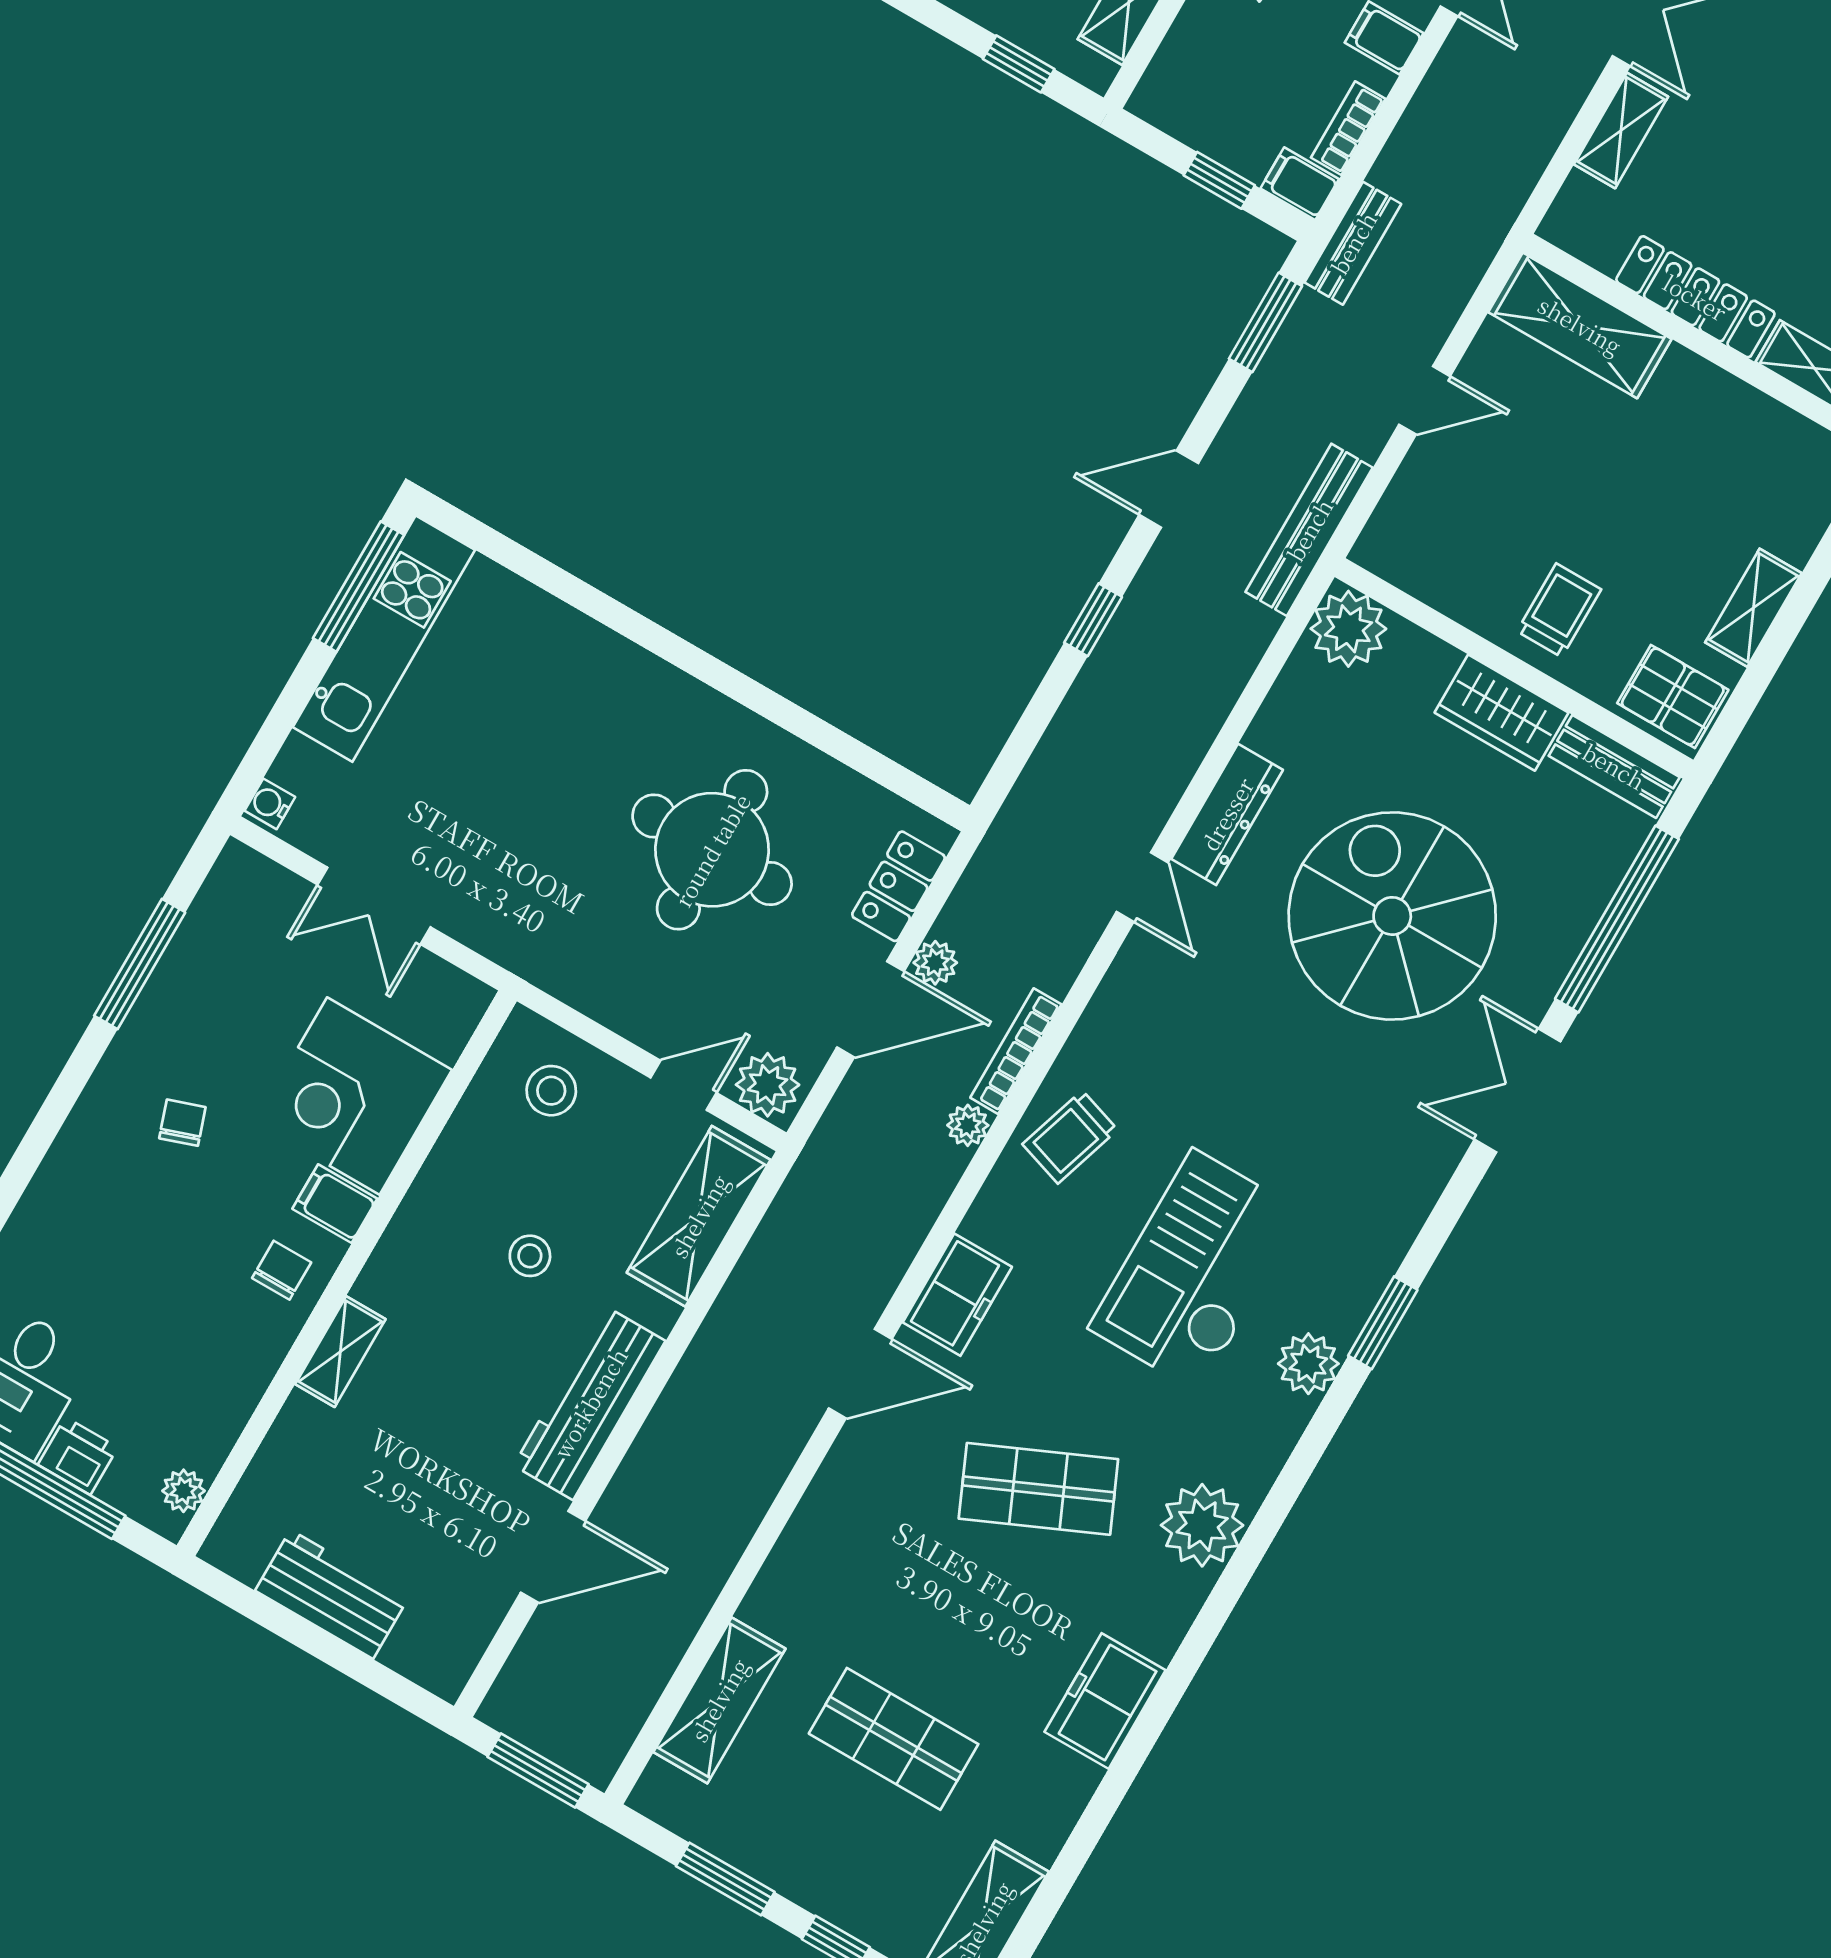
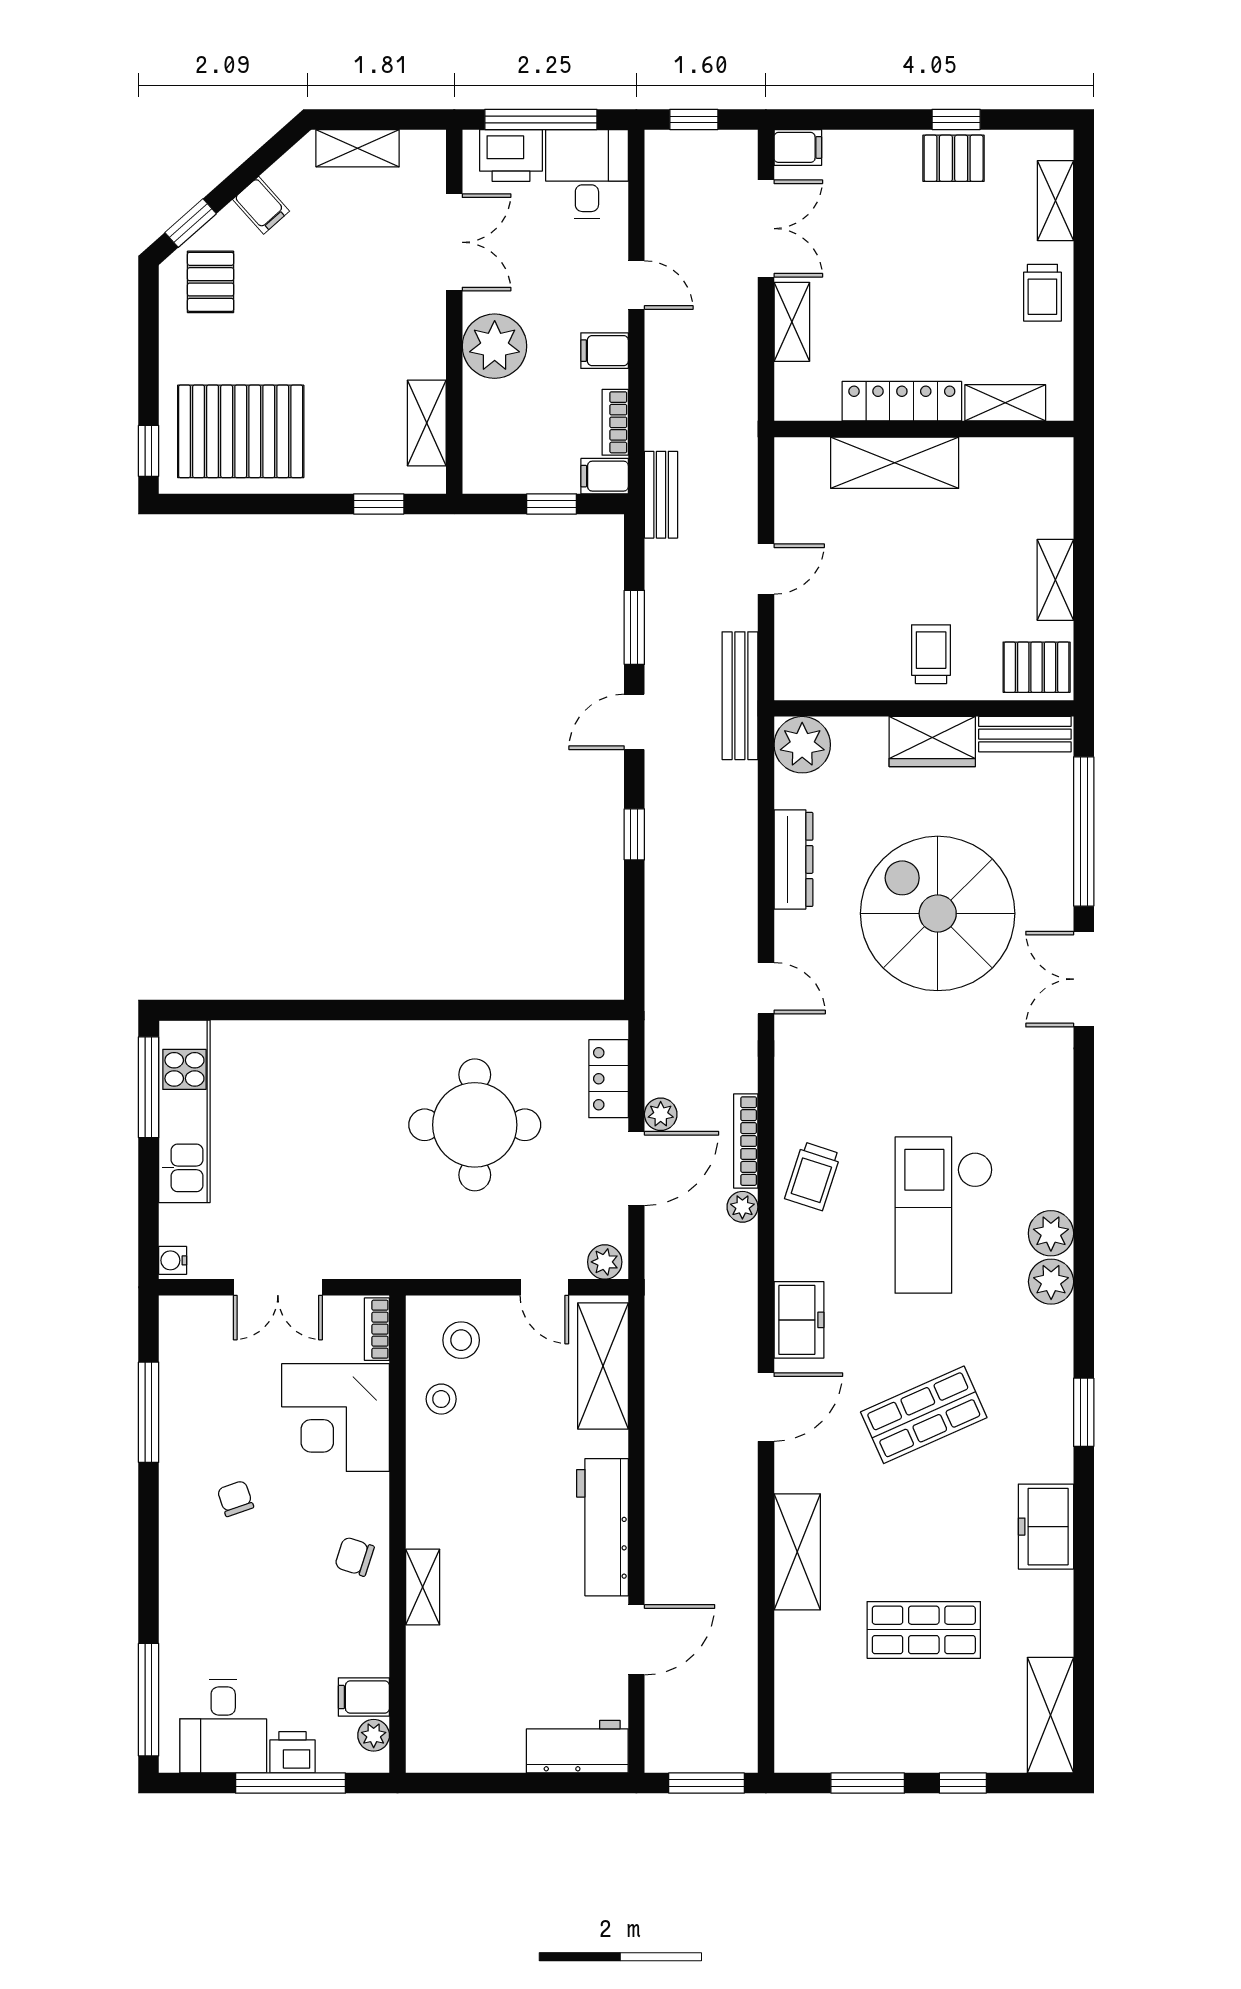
window: (1266, 322) -> (634, 627), moved
shelving: (1580, 325) -> (895, 463), moved
dresser: (1227, 814) -> (793, 859), moved
bookcase: (461, 1021) -> (377, 1329), added
door: (684, 1085) -> (544, 1287), swing flipped
plant: (768, 1085) -> (605, 1262), width x0.73, depth x0.73
filing cabinet: (335, 1204) -> (364, 1697), moved
stool: (530, 1256) -> (441, 1399), moved
chair: (282, 1270) -> (354, 1557), turned -72
window: (1383, 1323) -> (1084, 1412), moved
plant: (1202, 1525) -> (1051, 1282), moved, width x0.73, depth x0.73
workbench: (332, 1594) -> (577, 1747), moved
shelving: (719, 1700) -> (797, 1552), moved

